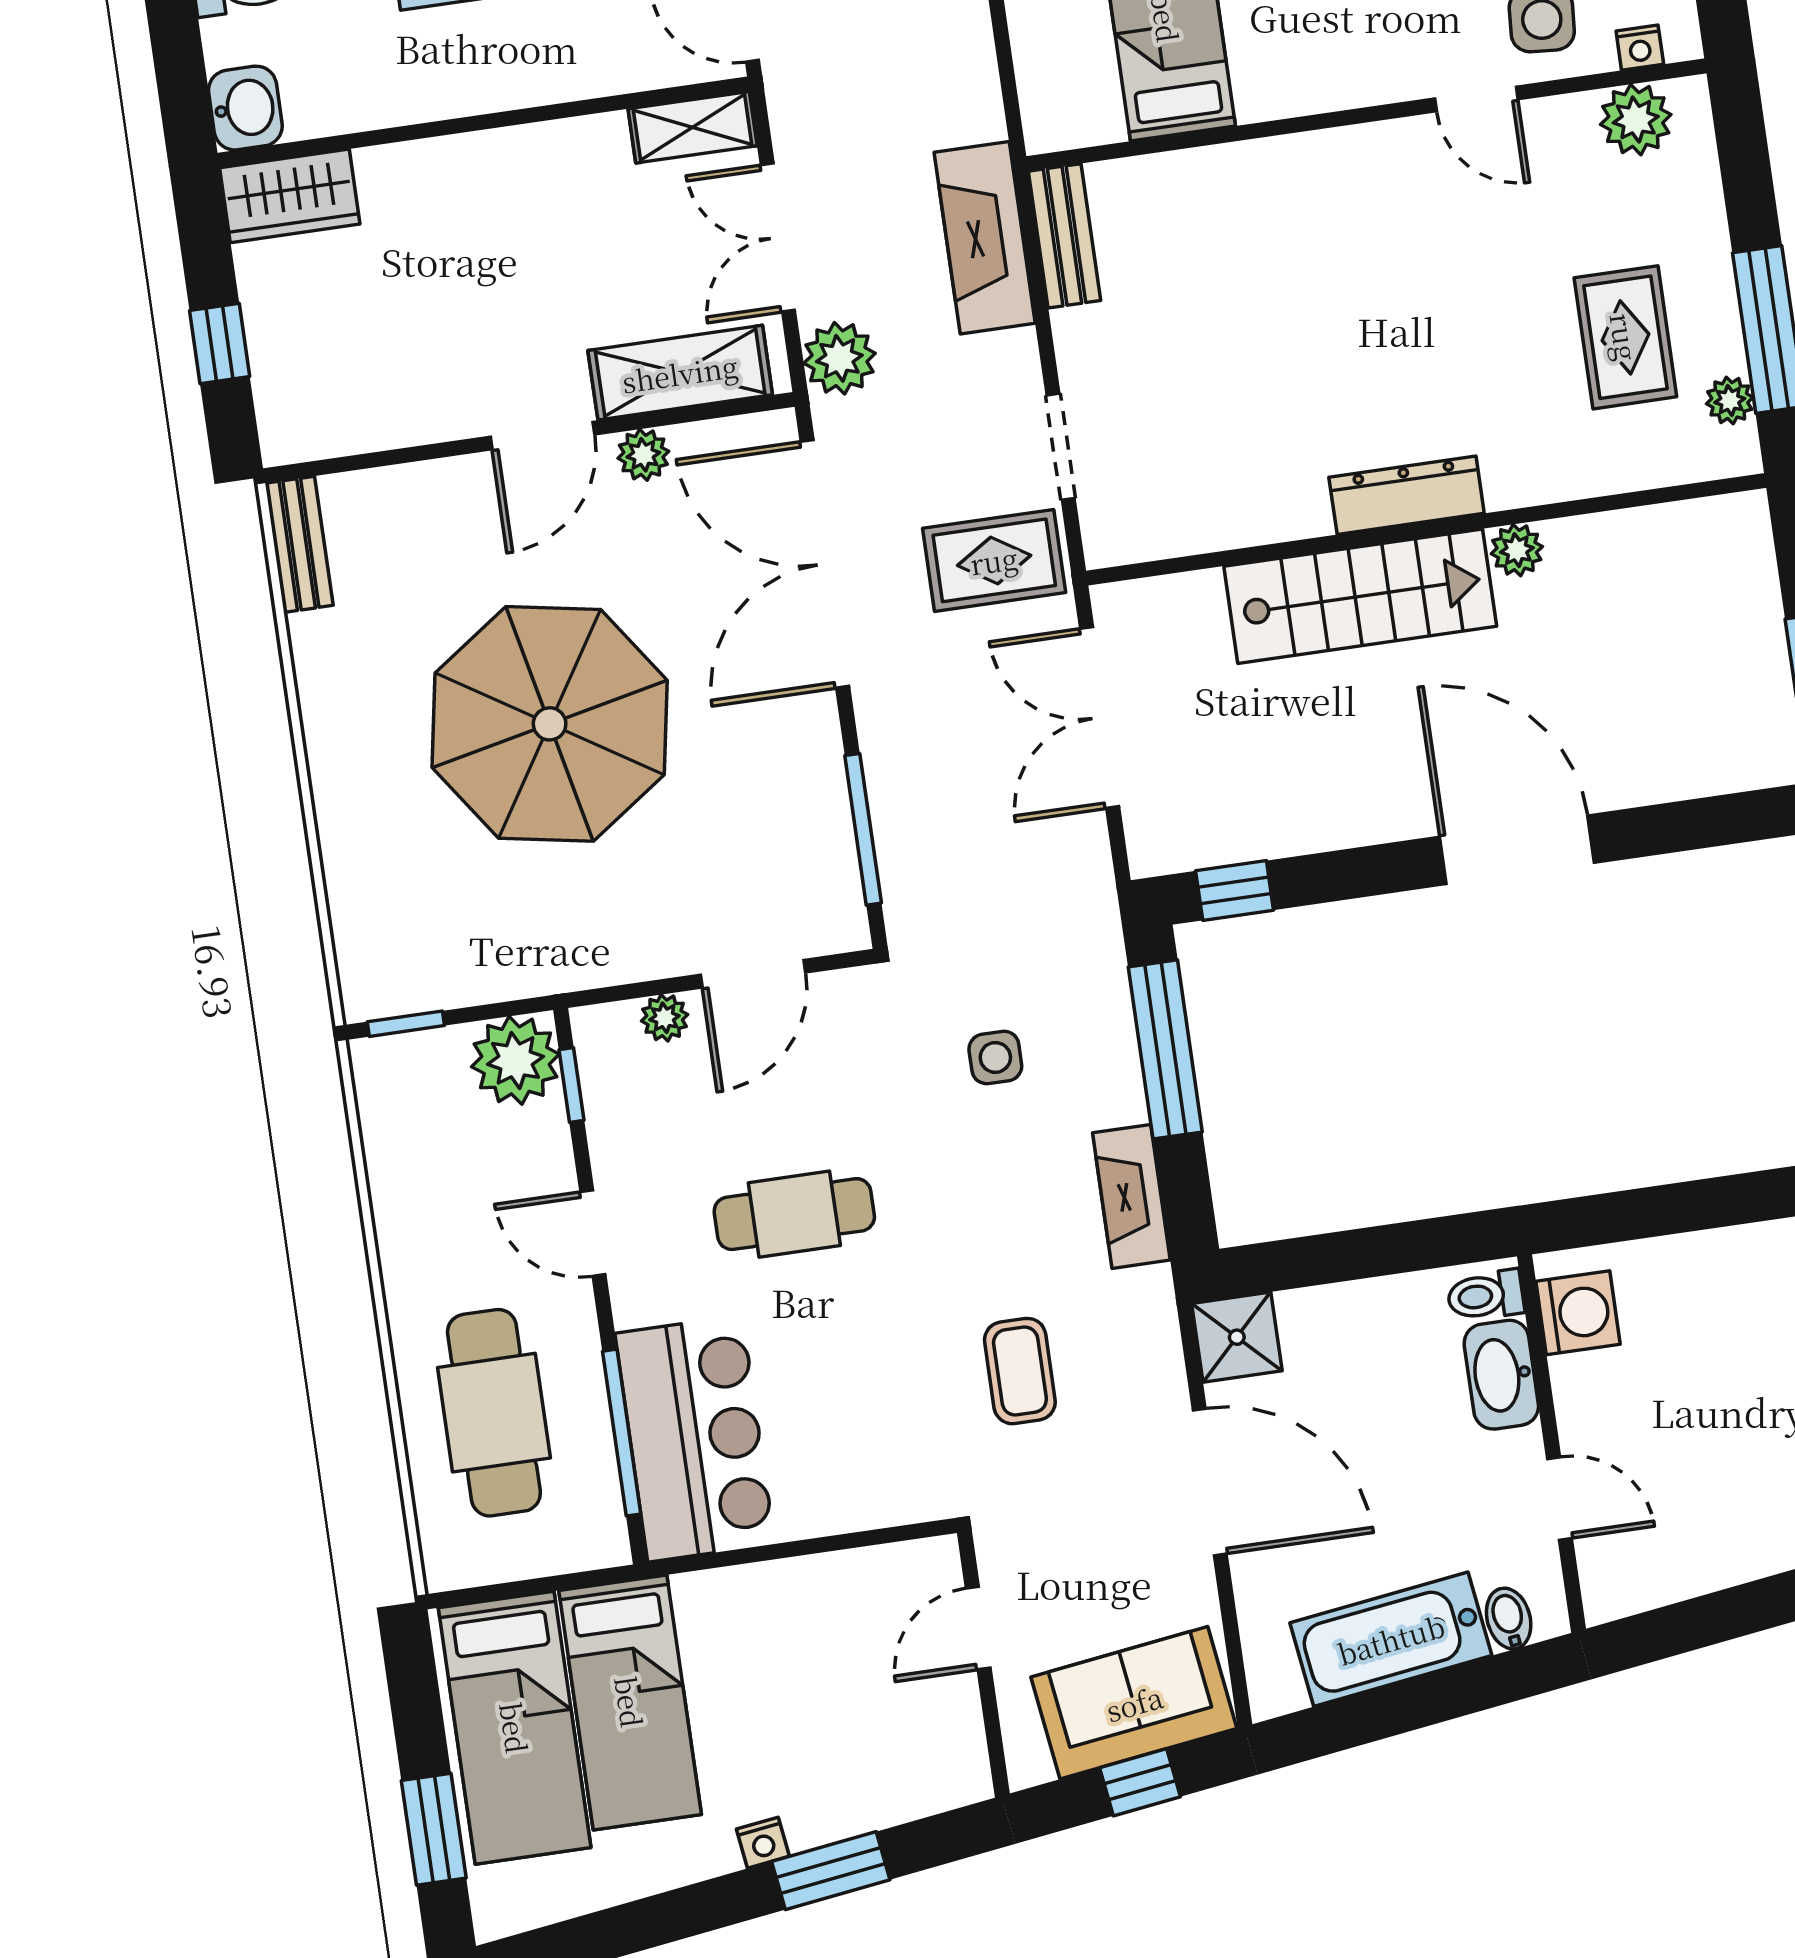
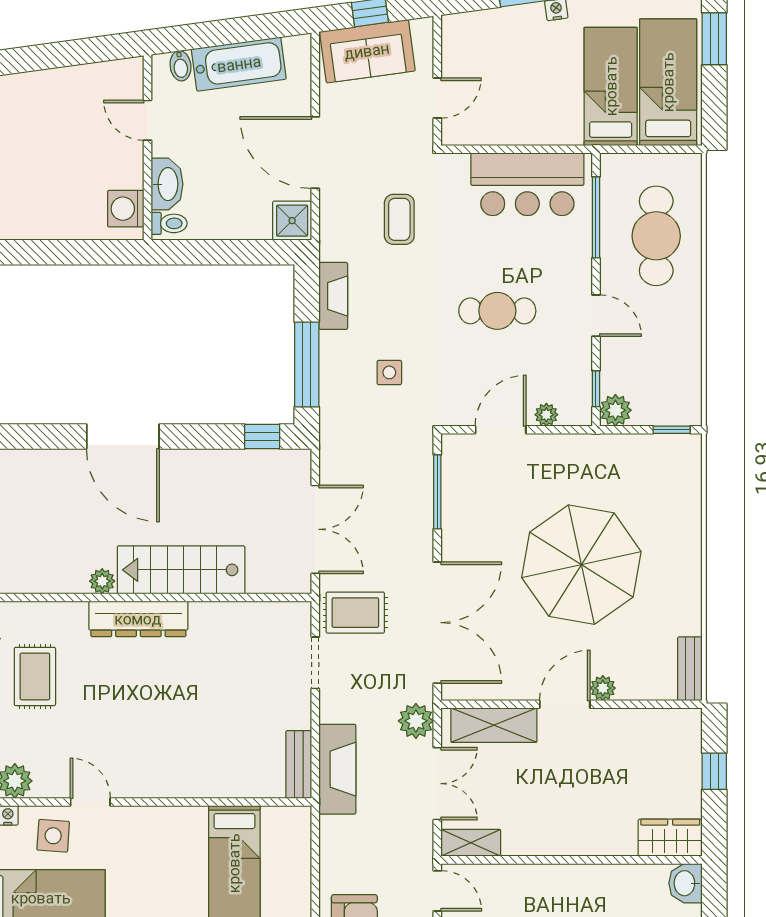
plant: (643, 455) -> (603, 688), moved
dresser: (1407, 495) -> (138, 619), width x1.37, depth x1.24
plant: (515, 1060) -> (615, 410), width x0.73, depth x0.73
bar counter: (695, 1439) -> (527, 184), moved, turned -90

